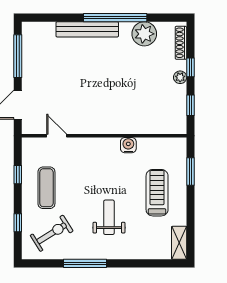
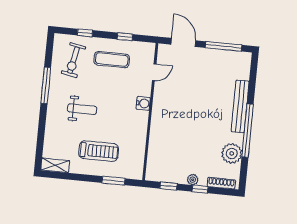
water cooler: (128, 145) -> (143, 103), moved
exercise bike: (52, 233) -> (73, 60), turned 43

